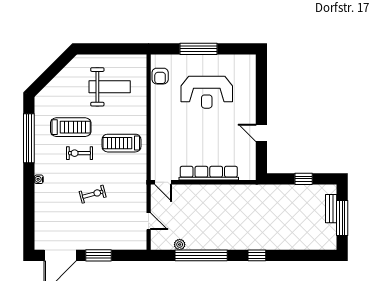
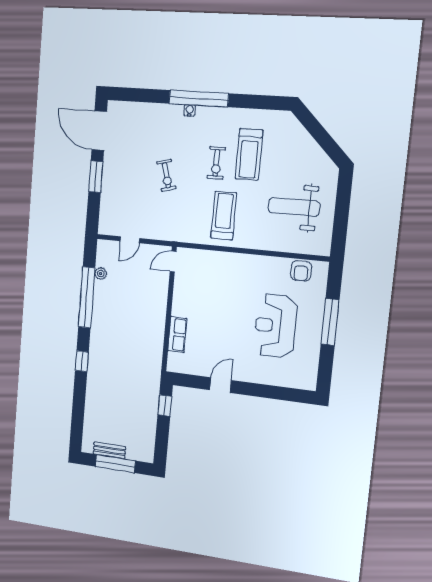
armchair: (160, 76) -> (301, 271), turned -90
weight bench: (110, 87) -> (294, 207), turned 90
window: (29, 138) -> (199, 98), moved
exercise bike: (80, 153) -> (216, 163), turned 180
row of seats: (209, 173) -> (177, 335), width x0.50
window: (304, 179) -> (165, 406), moved
bench: (331, 209) -> (109, 450), moved

